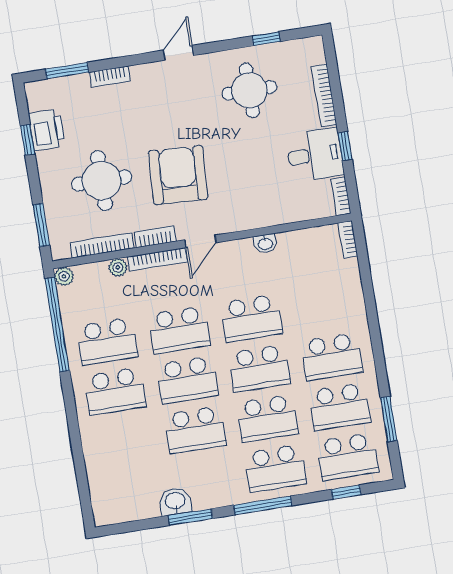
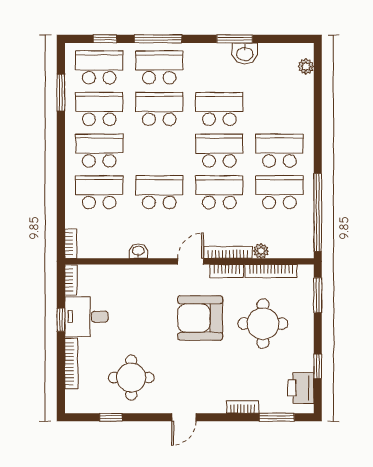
printer: (47, 130) -> (301, 388), moved
armchair: (178, 175) -> (200, 318), turned 87
plant: (64, 276) -> (306, 66), moved
school desk: (259, 368) -> (99, 192), moved
window: (263, 505) -> (158, 39), moved

